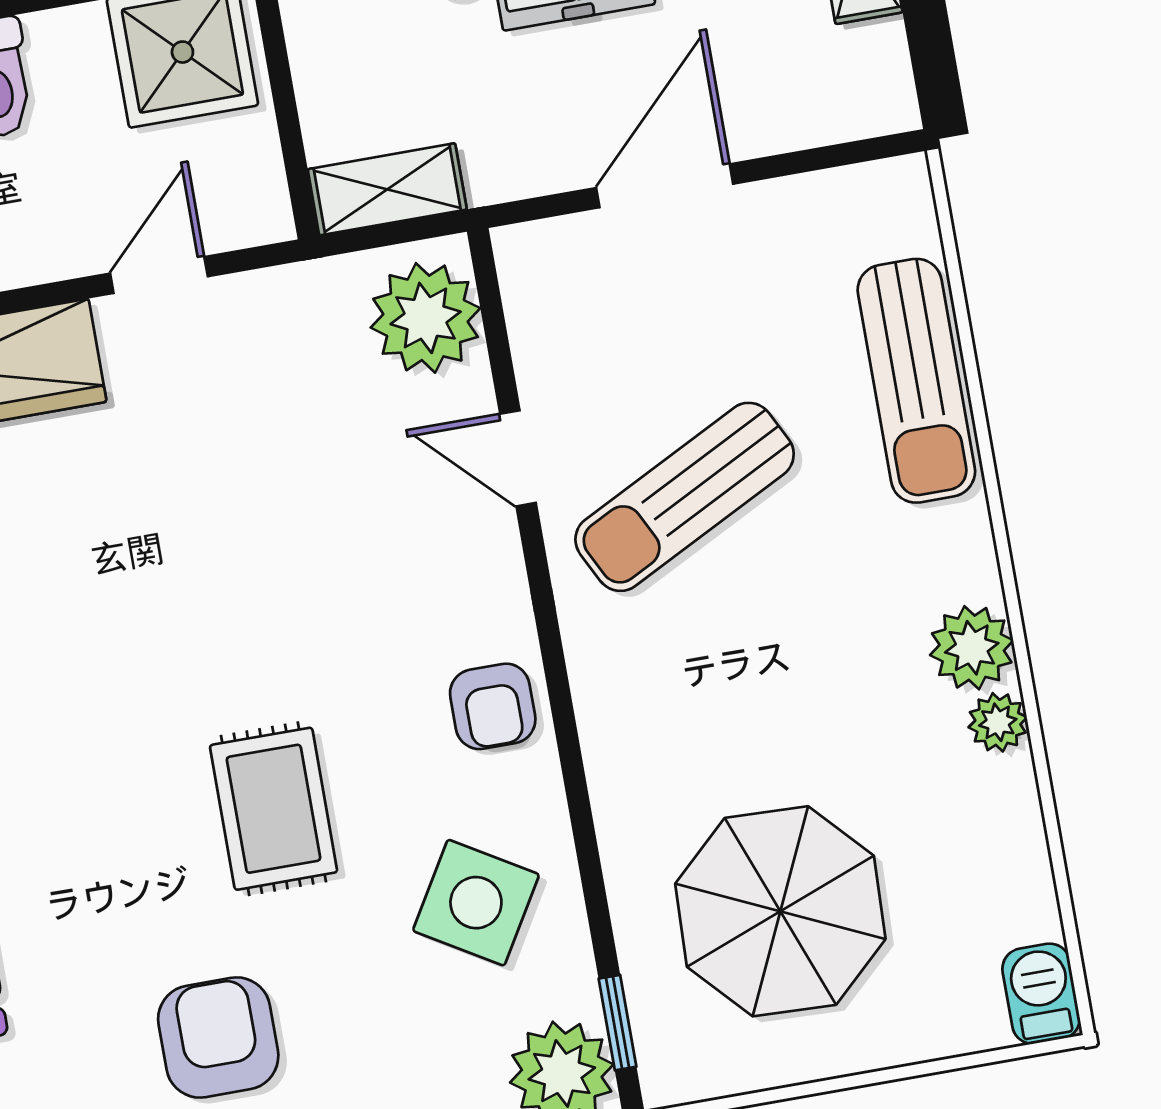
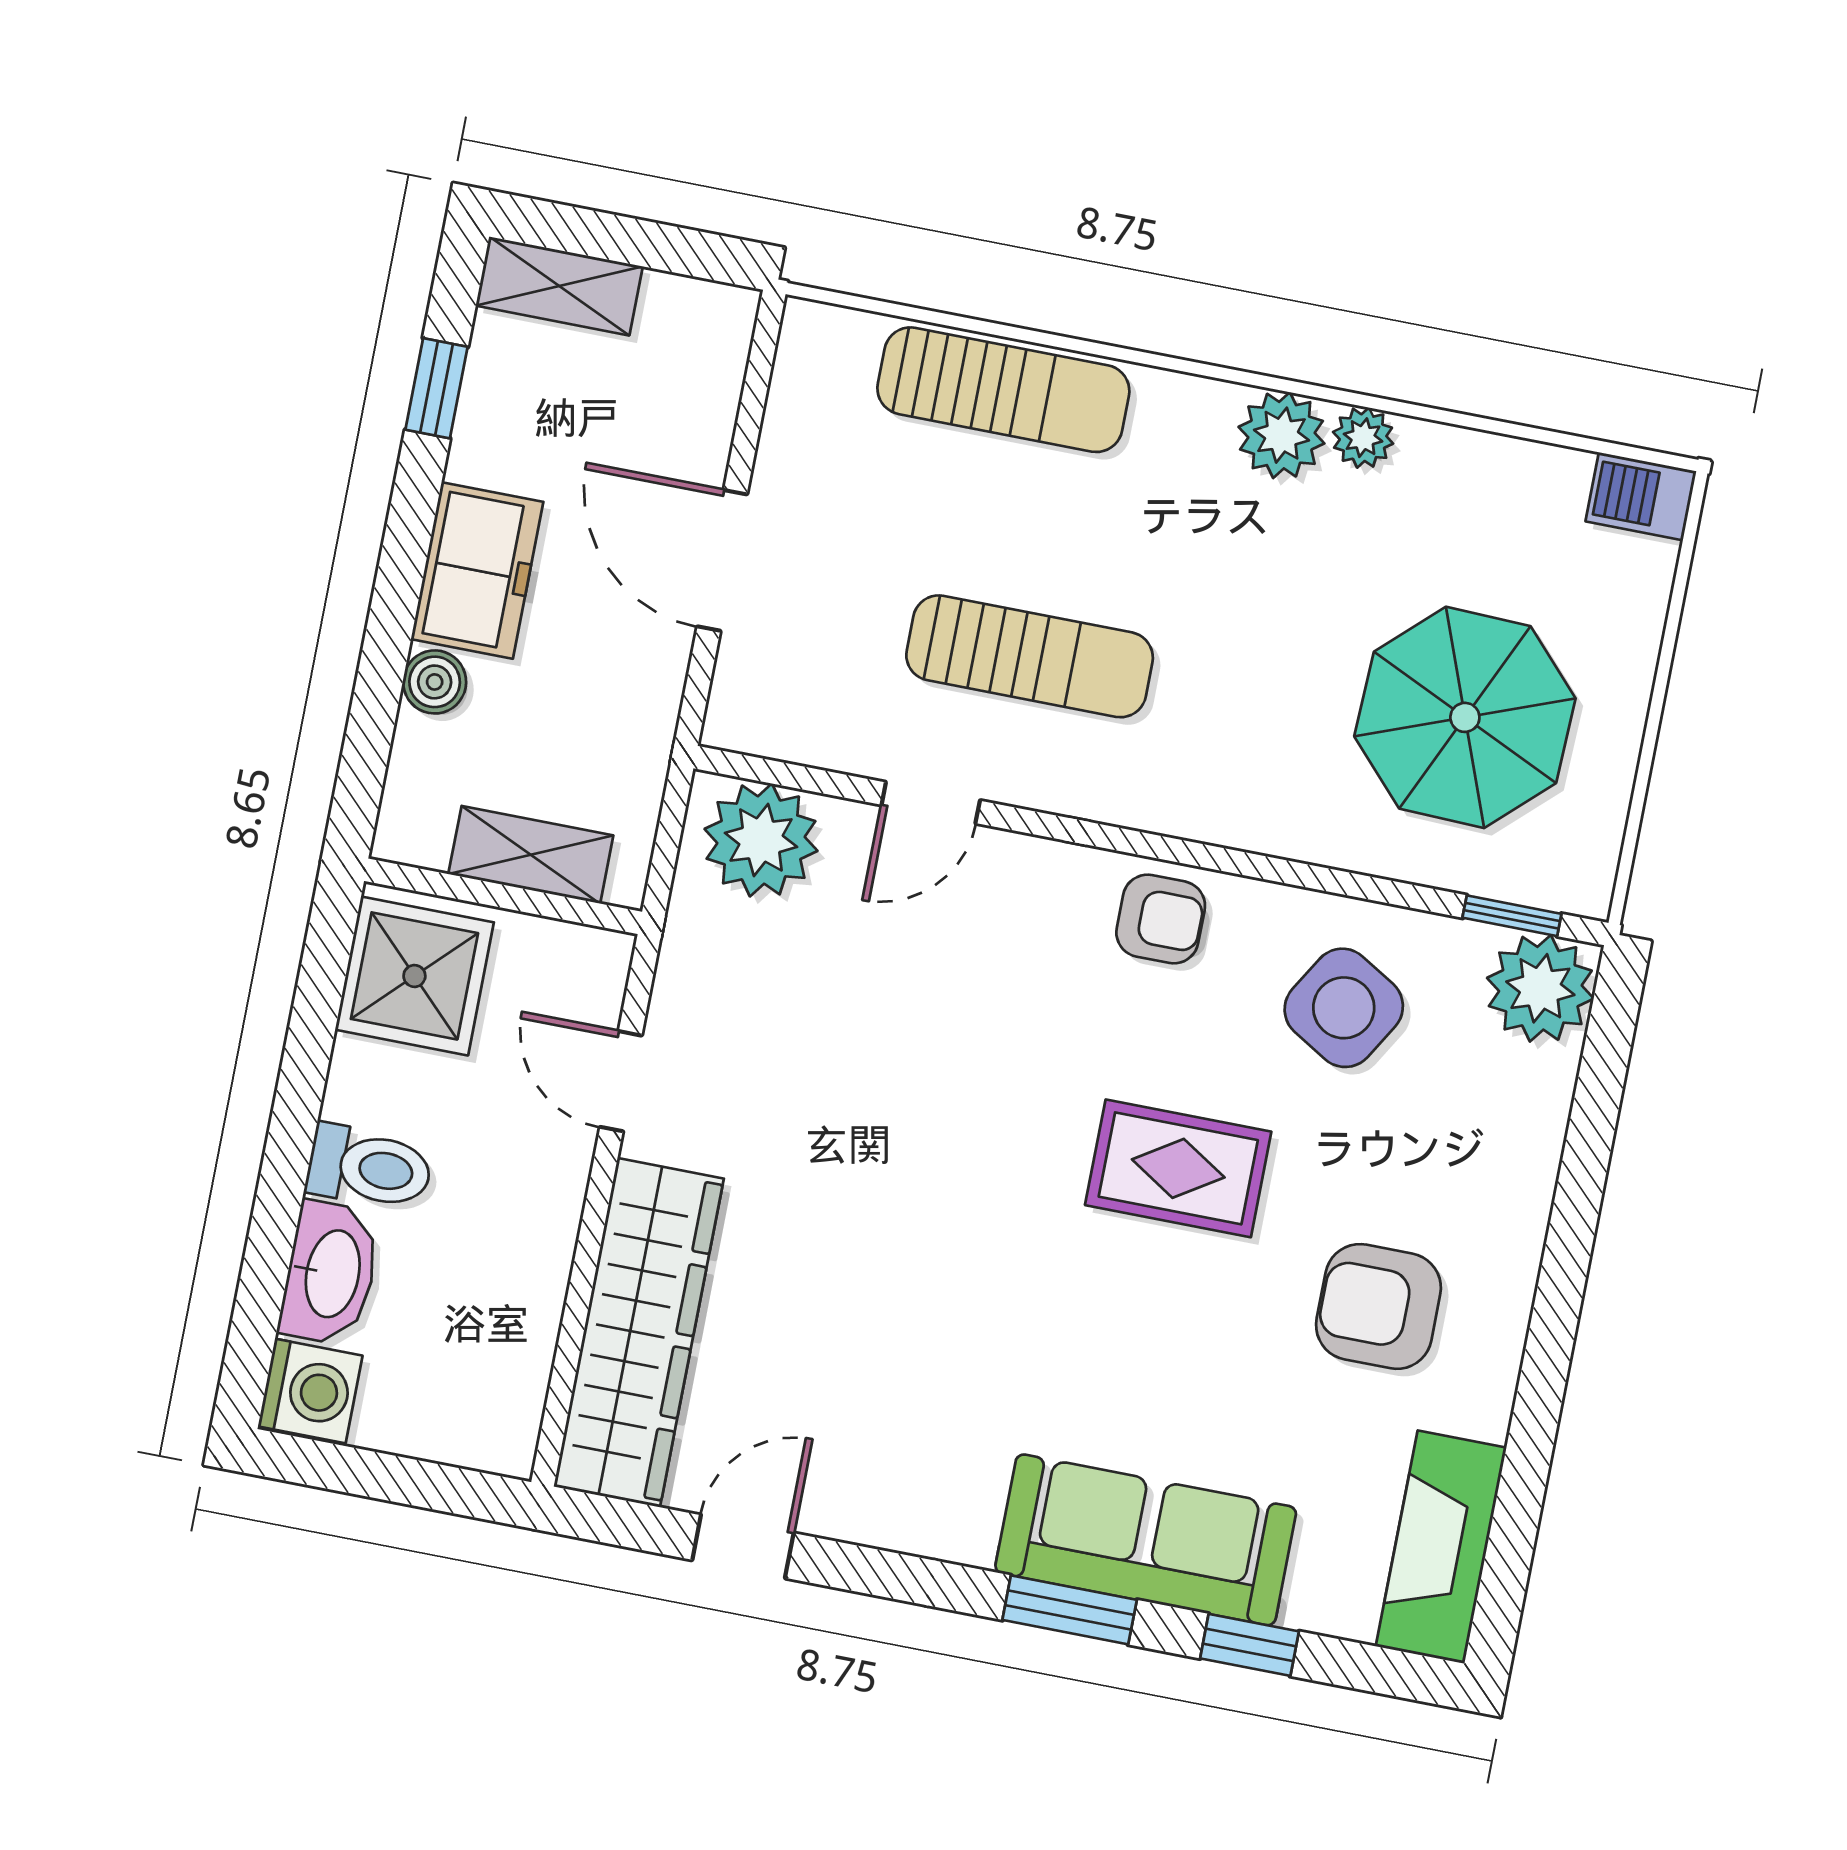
shelving: (387, 189) -> (531, 855), moved, turned 90
sun lounger: (685, 497) -> (1030, 656), turned -63

